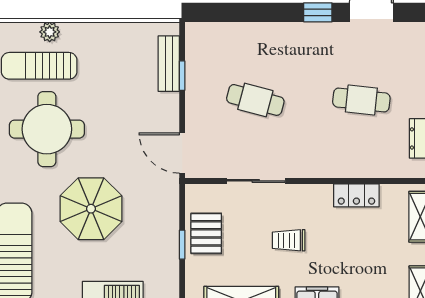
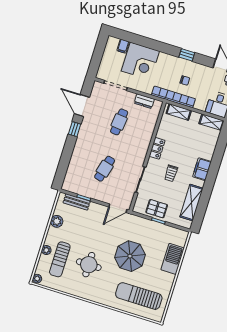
plant: (116, 35) -> (57, 221), added
round table: (47, 129) -> (89, 265), width x0.73, depth x0.73
locker: (356, 195) -> (157, 148), moved

